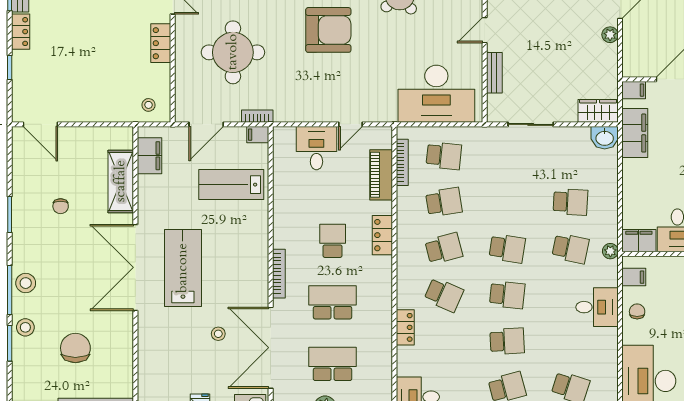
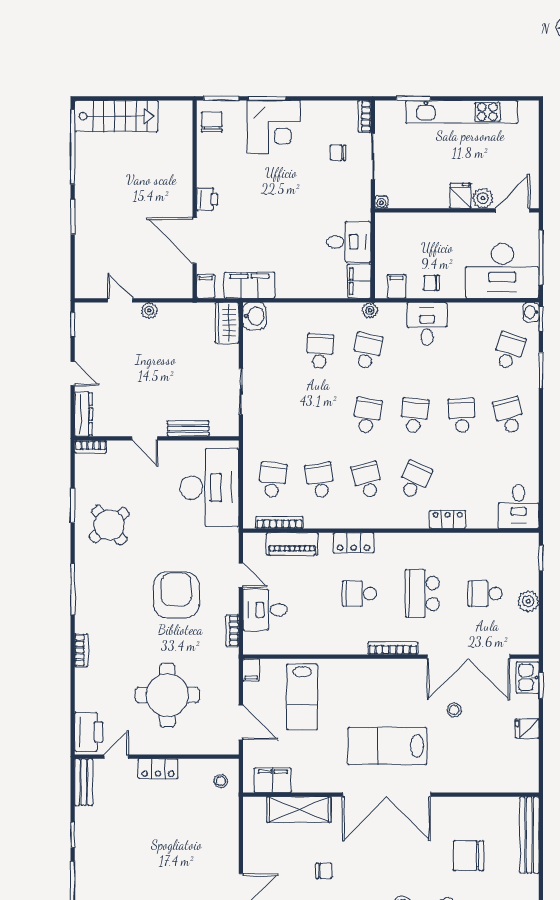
armchair: (328, 30) -> (176, 595), moved
bookcase: (257, 116) -> (232, 631), moved
school desk: (333, 364) -> (485, 594), width x0.54

